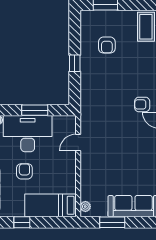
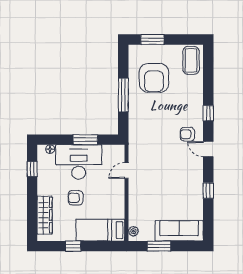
armchair: (107, 45) -> (154, 78), width x1.88, depth x1.88
window: (75, 63) -> (123, 95), width x2.17
armchair: (24, 171) -> (76, 198), turned -90

